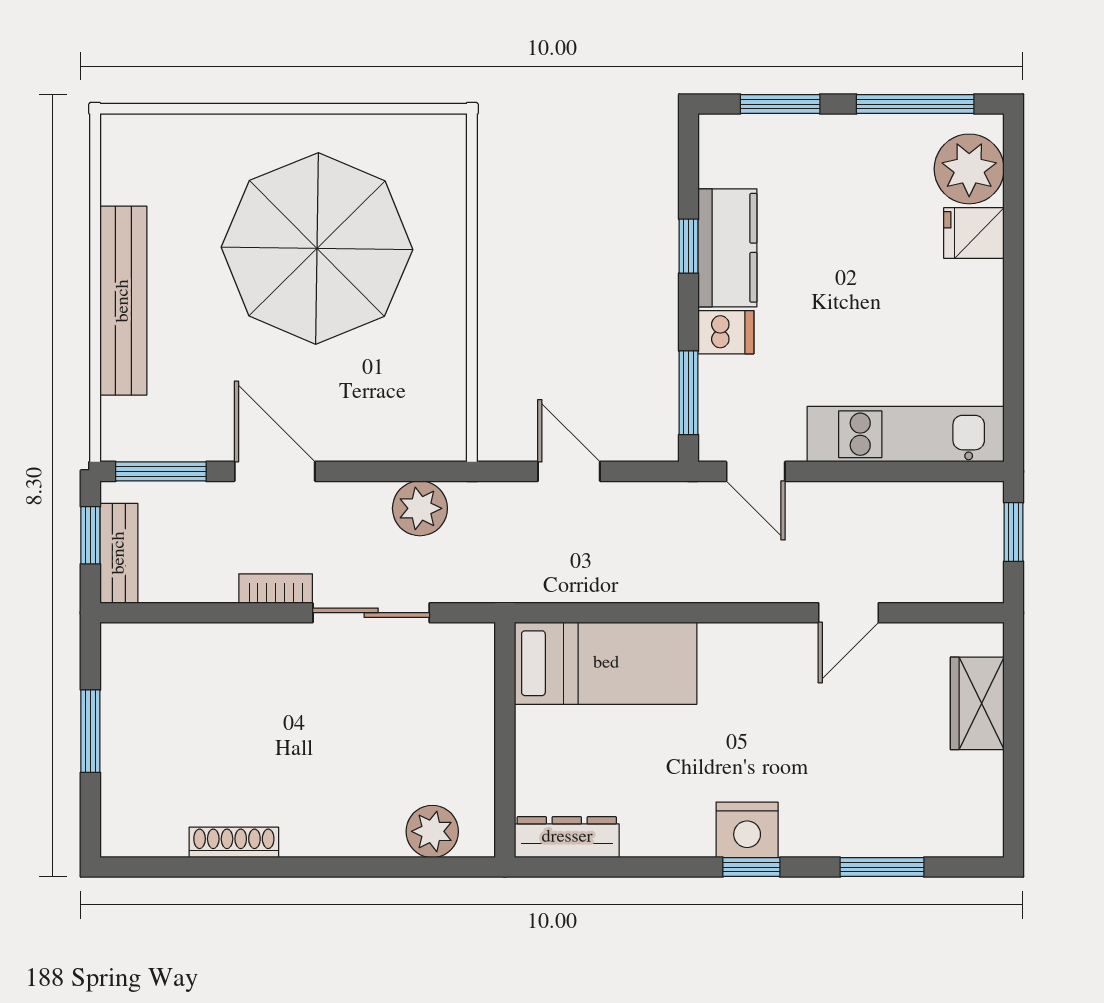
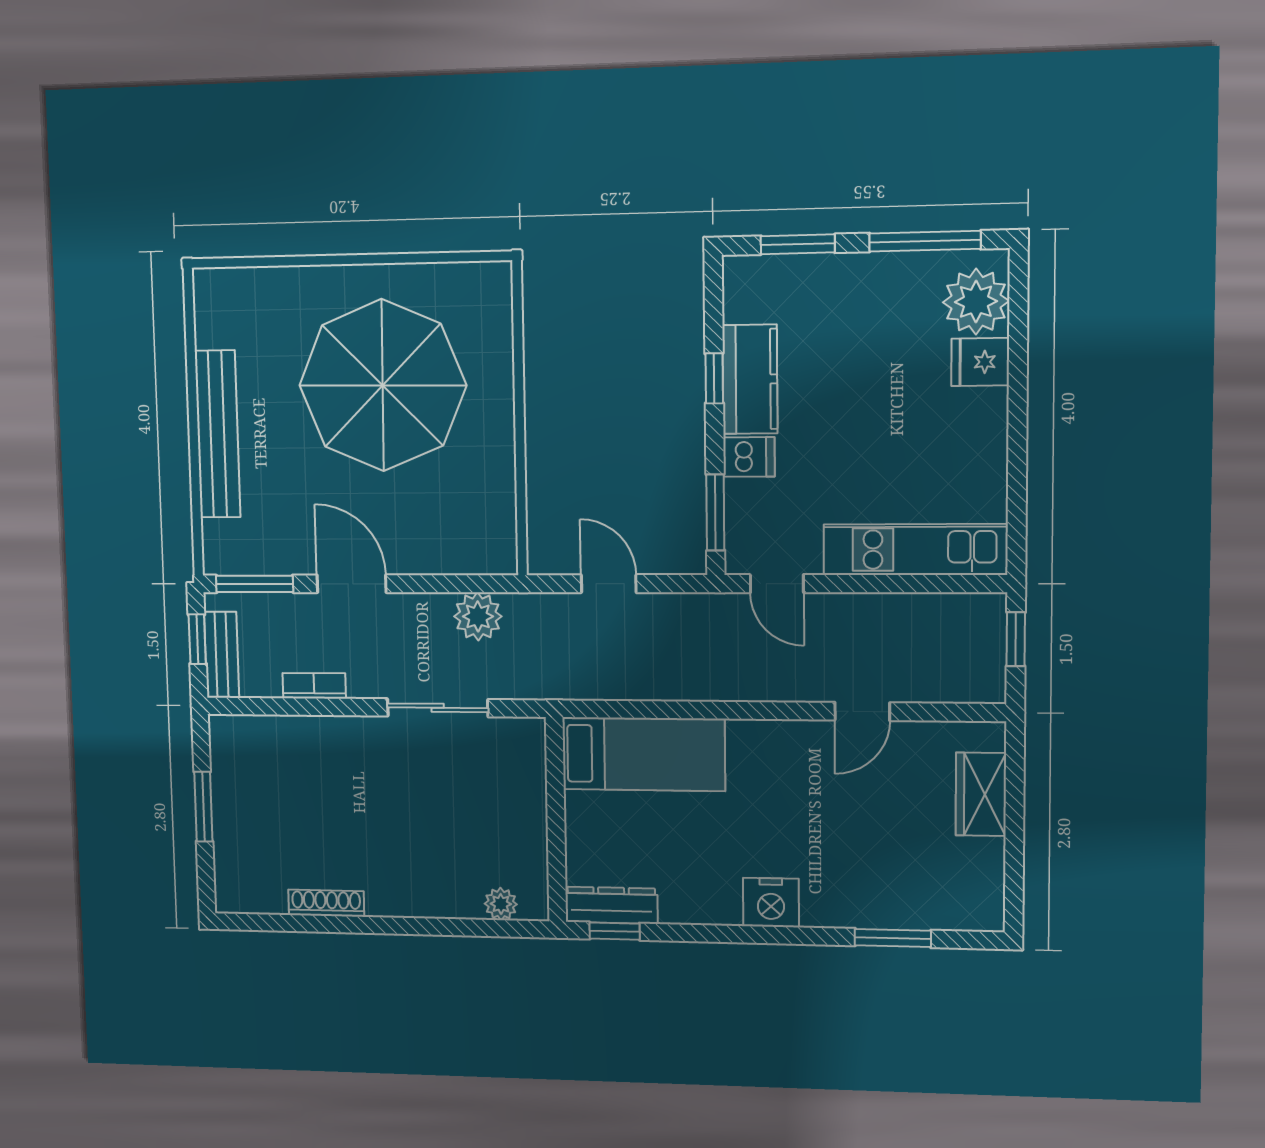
bookcase: (276, 589) -> (314, 686), moved
plant: (432, 831) -> (501, 904), width x0.73, depth x0.73
window: (751, 867) -> (615, 931), moved

